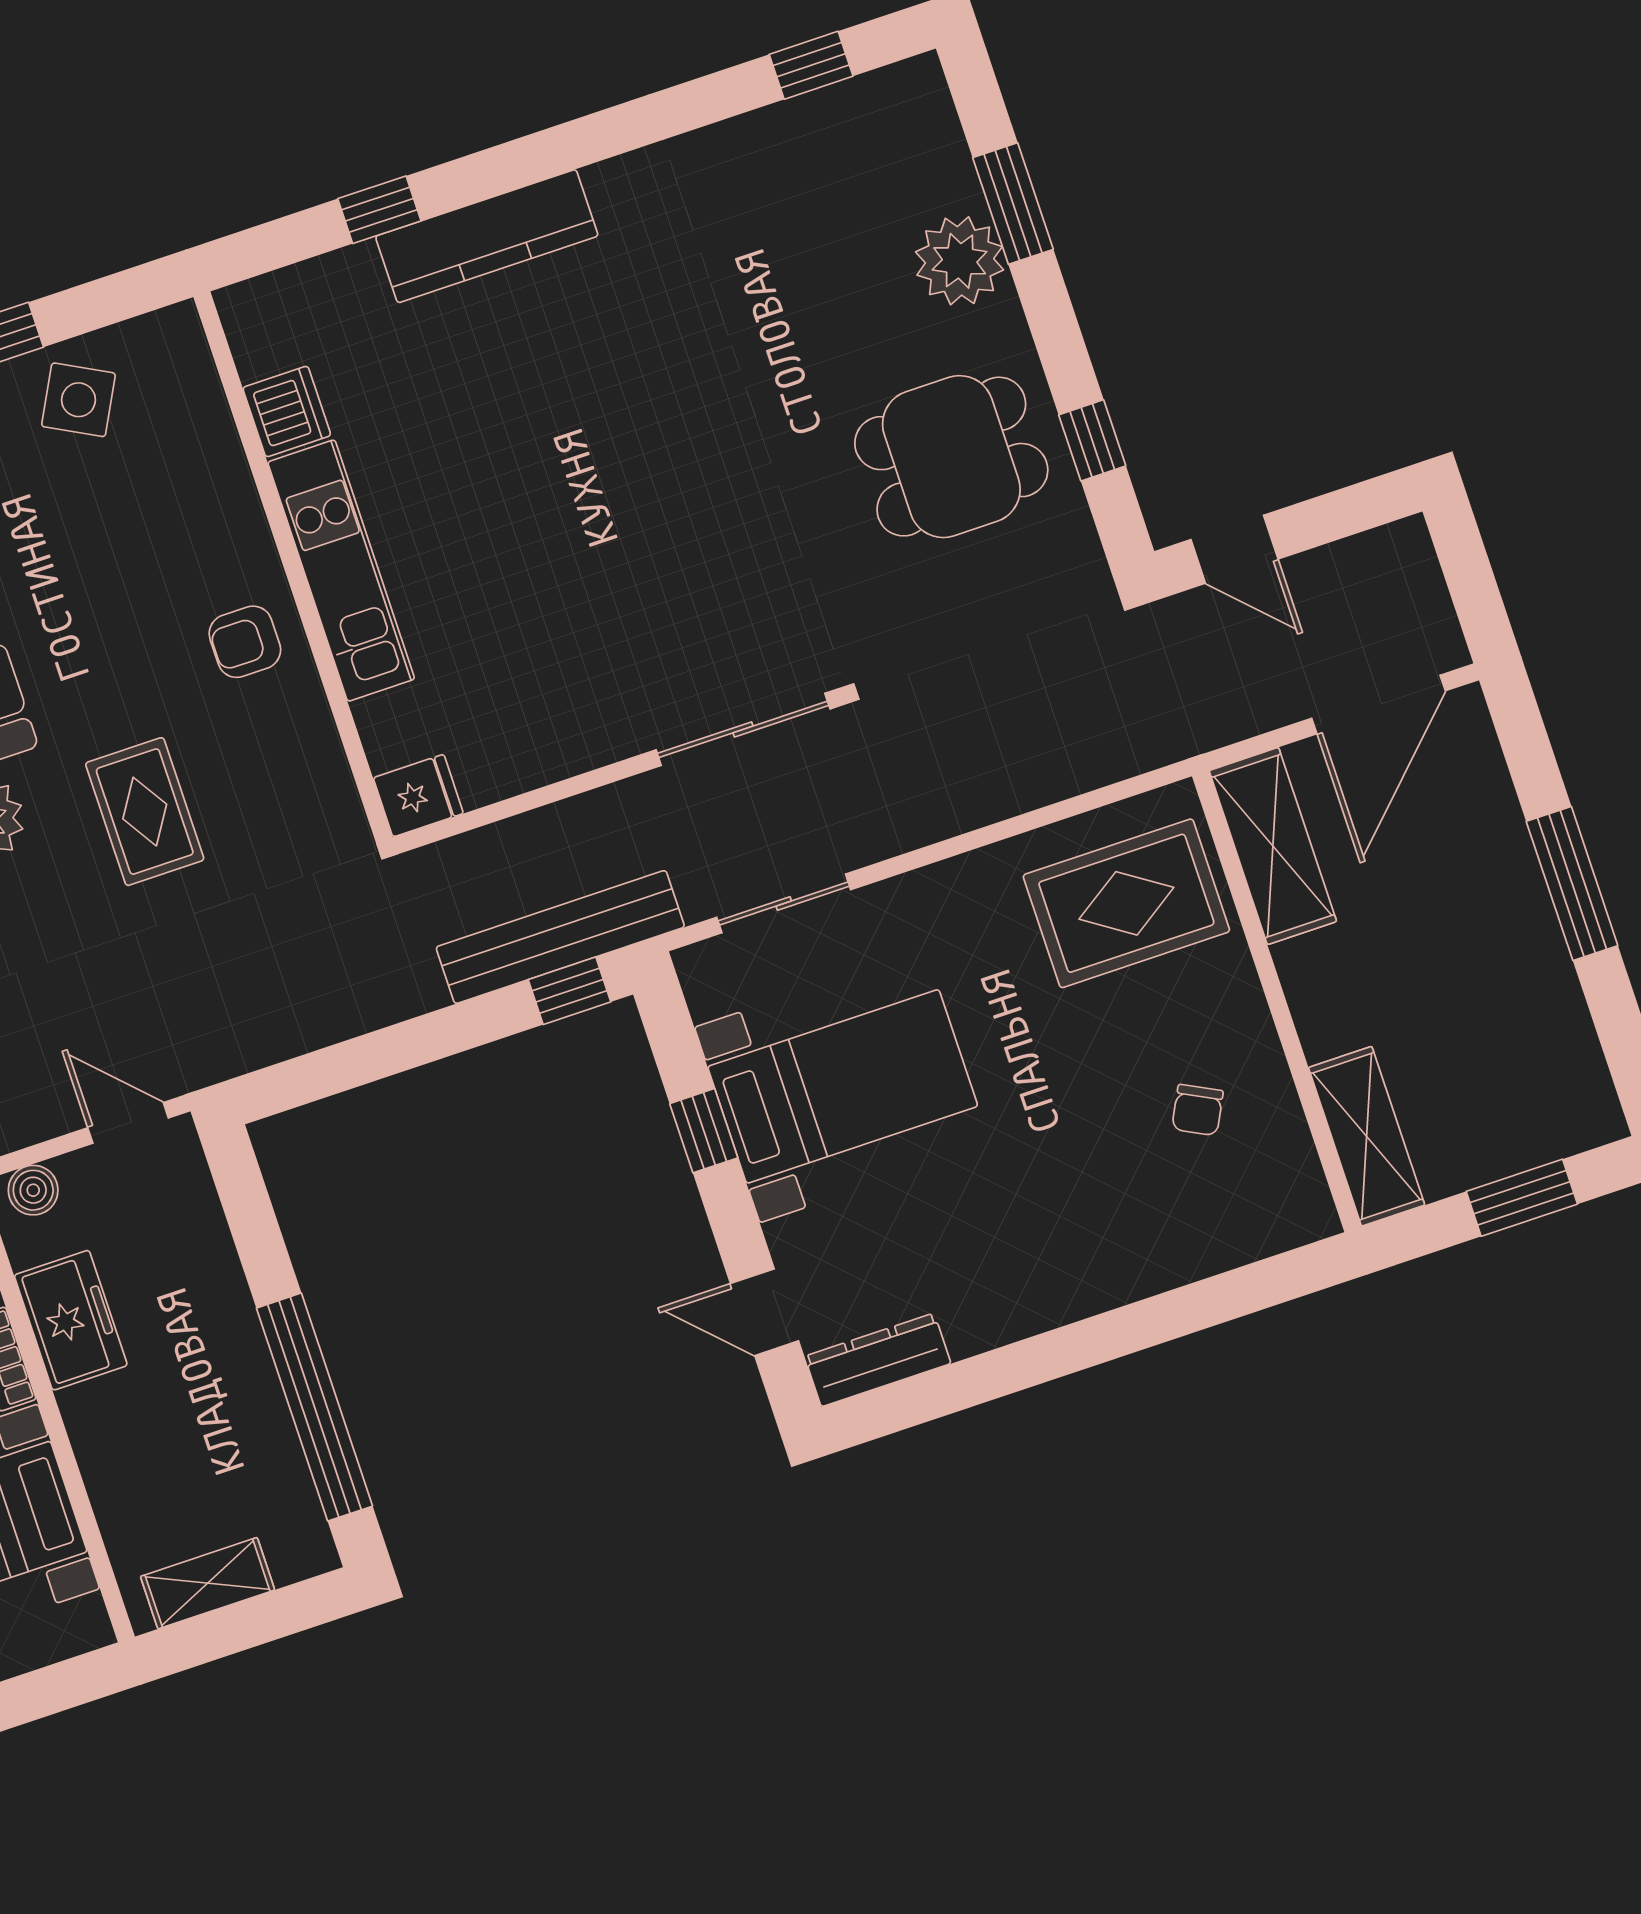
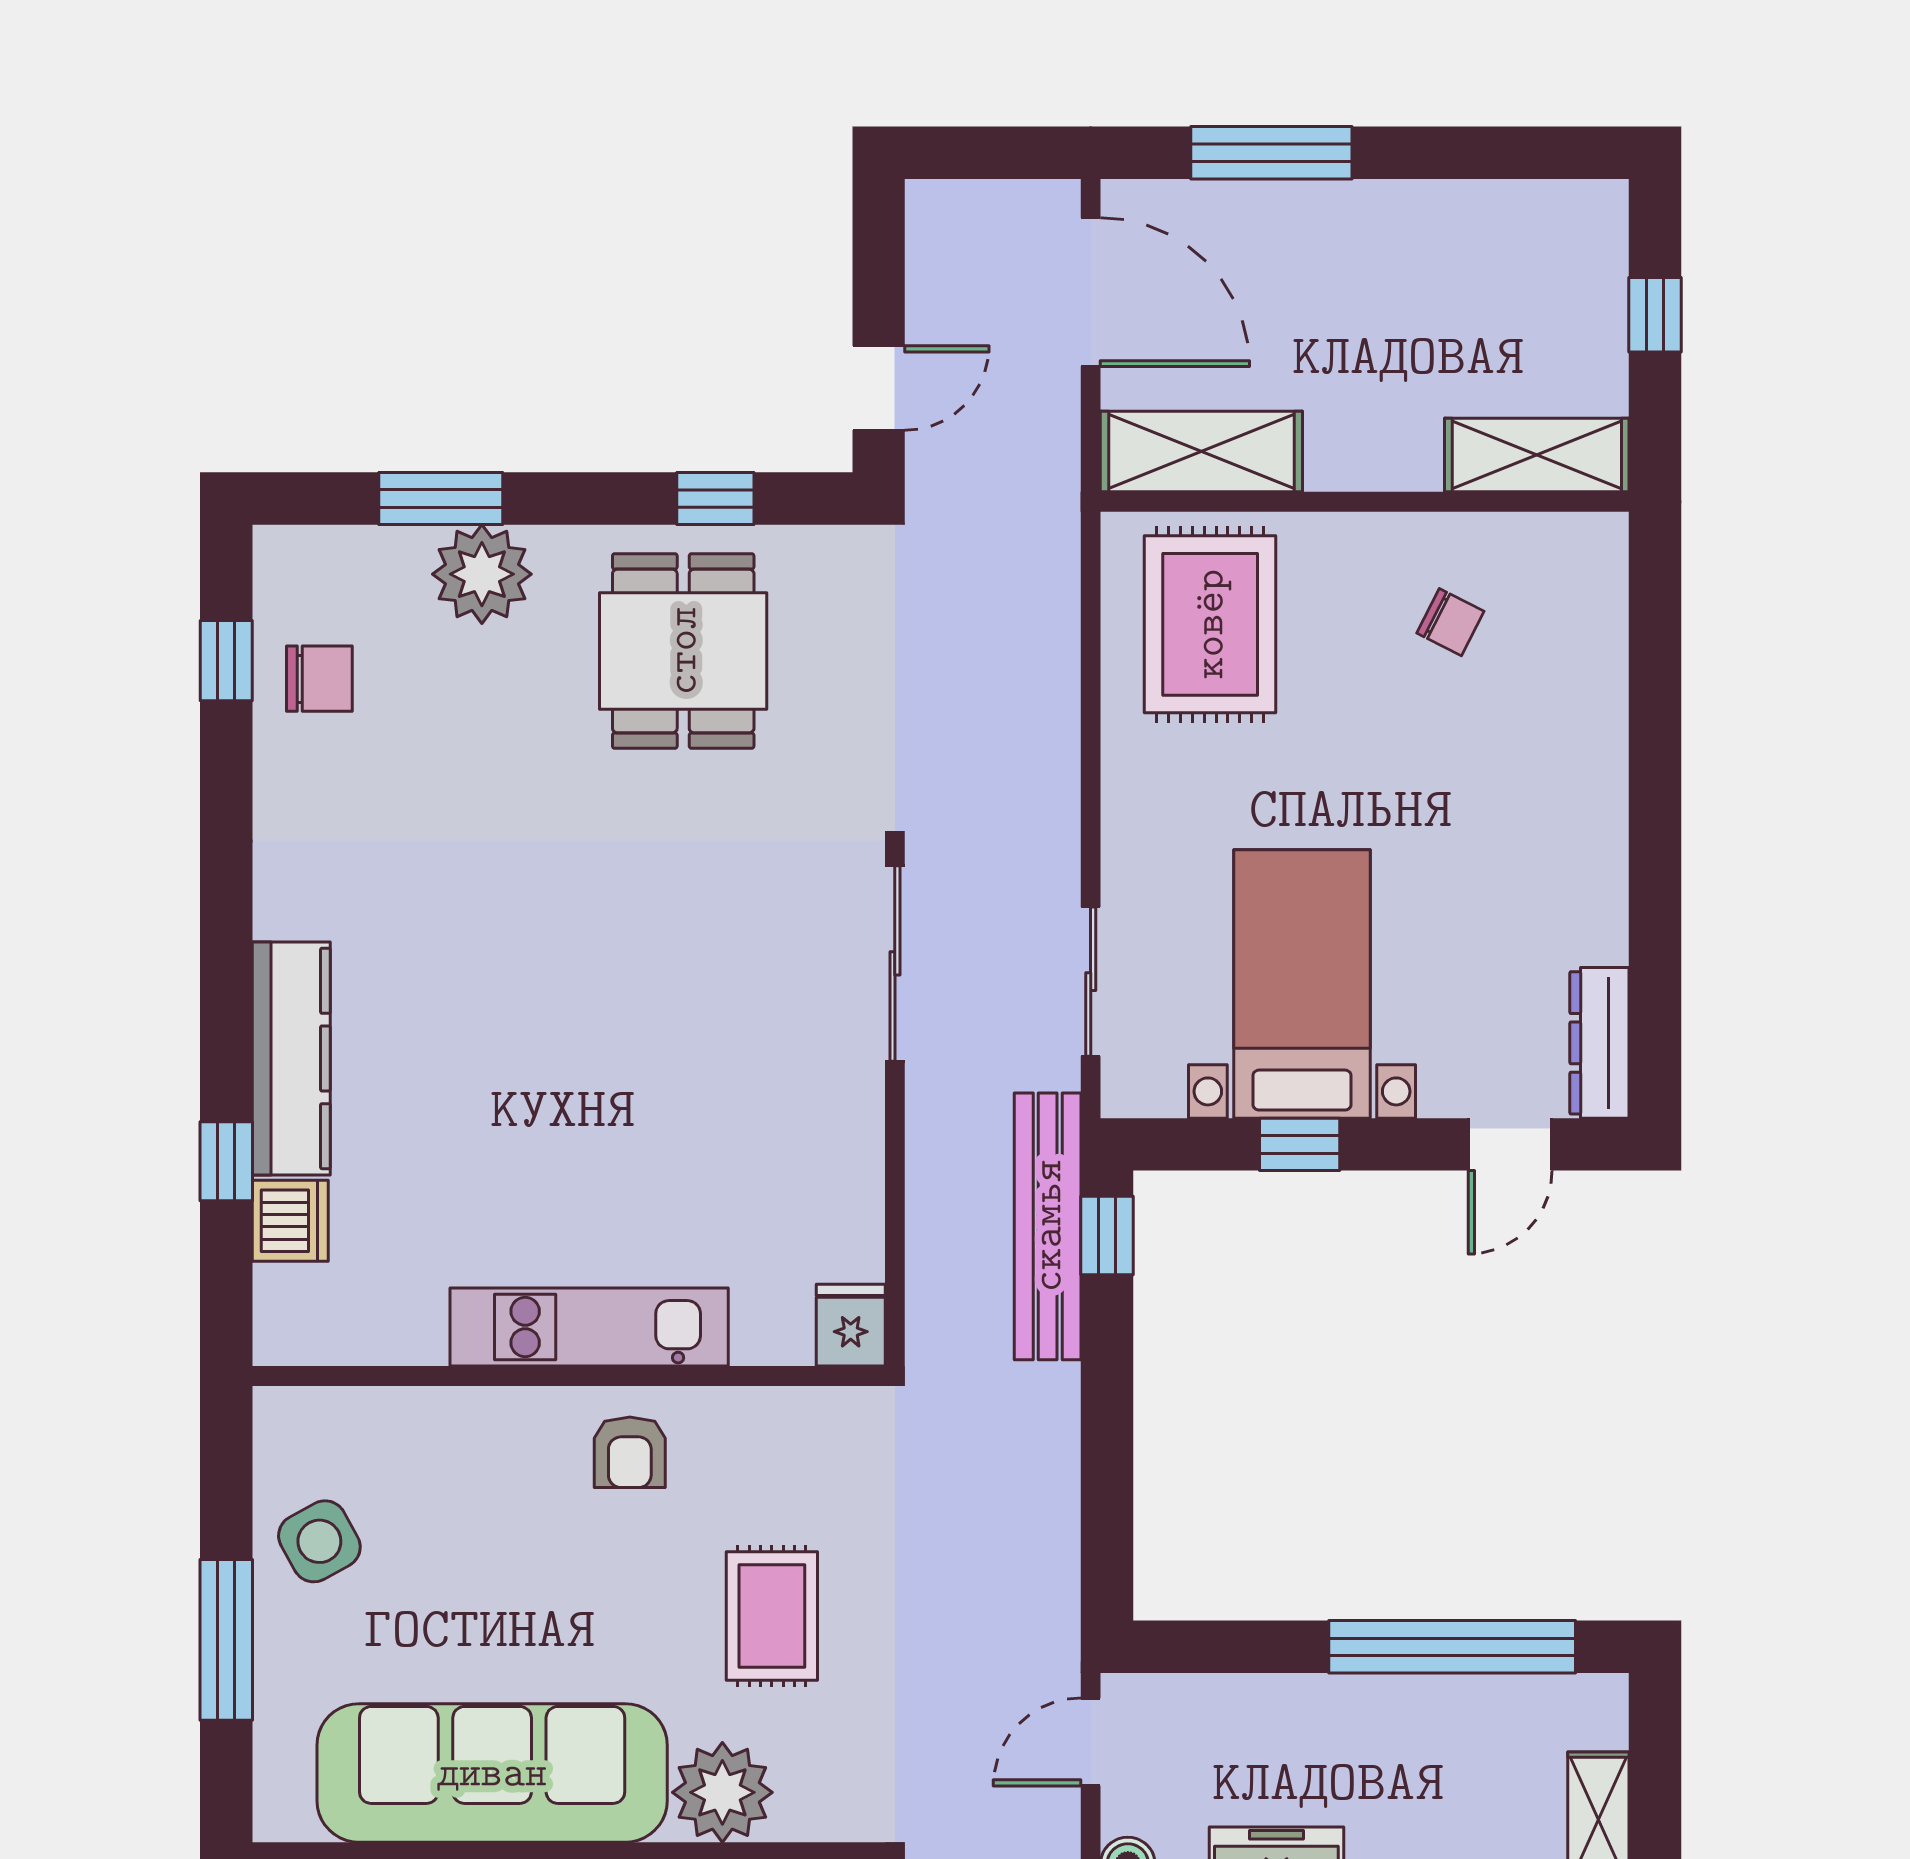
chair: (822, 151) -> (319, 679), added
side table: (79, 400) -> (319, 1541), turned 33
dishwasher: (287, 412) -> (290, 1221), moved, turned 90
rug: (145, 812) -> (772, 1616), turned 90
window: (1572, 883) -> (1271, 153), moved
window: (1522, 1198) -> (1655, 315), width x0.67

